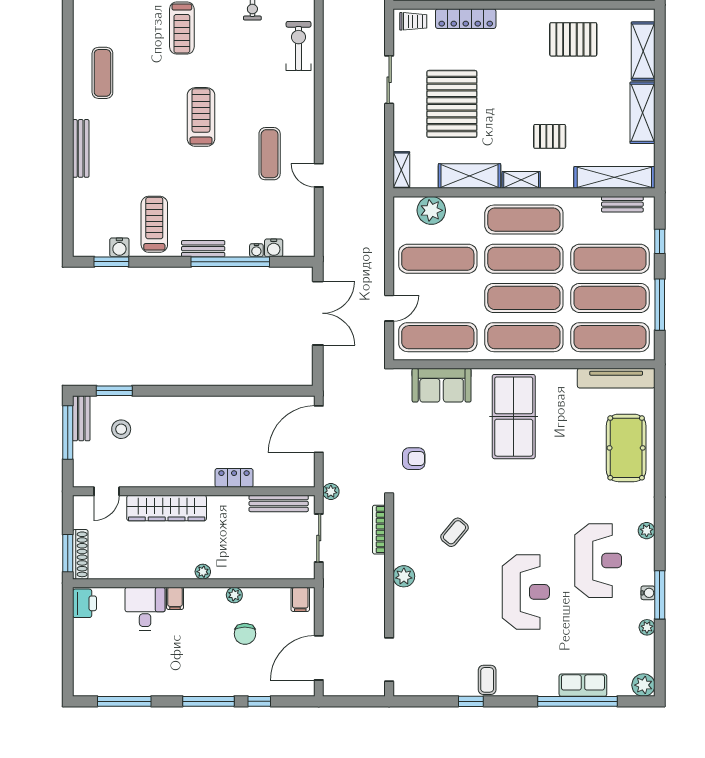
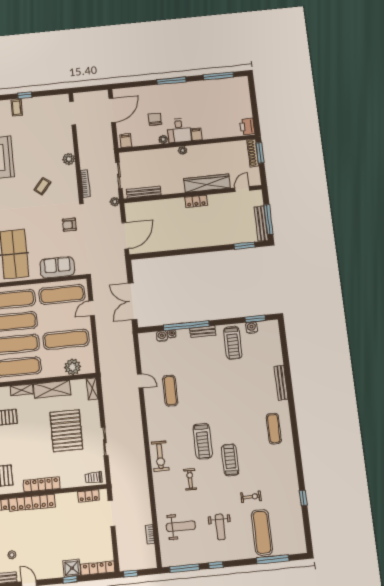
locker: (466, 19) -> (42, 484), moved
treadmill: (201, 117) -> (203, 441), moved
bench: (81, 418) -> (261, 224), width x1.36
stool: (121, 429) -> (238, 224), removed
locker: (234, 478) -> (196, 201), moved
desk: (145, 609) -> (179, 130), moved
window: (259, 701) -> (143, 84), removed

